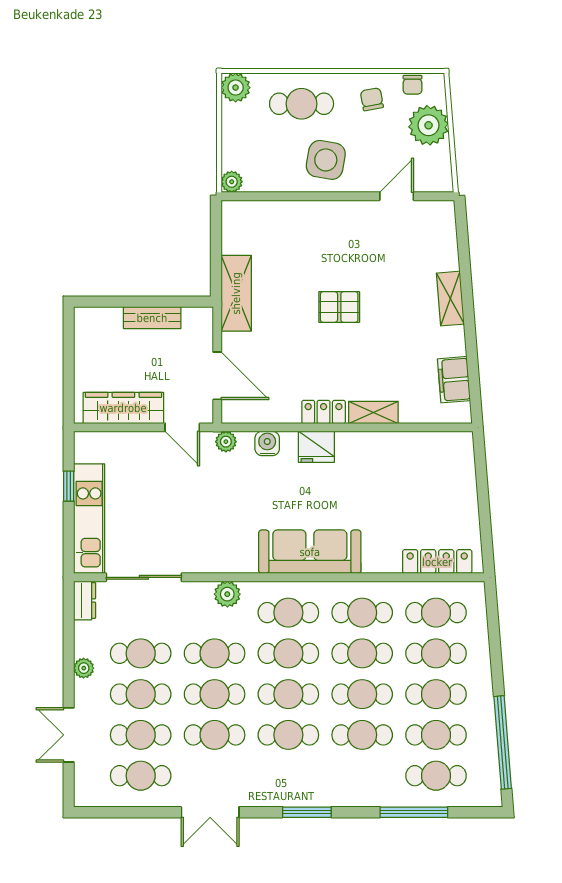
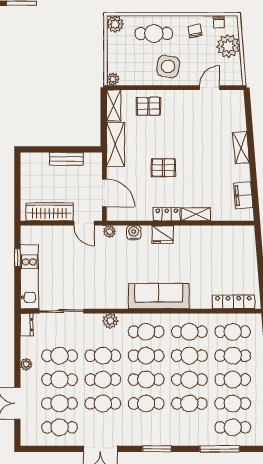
shelving: (233, 227) -> (114, 106), added
pallet: (292, 228) -> (148, 106), added
pallet: (339, 307) -> (163, 168), moved

